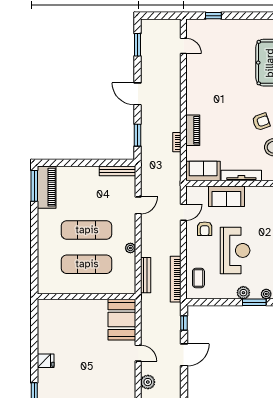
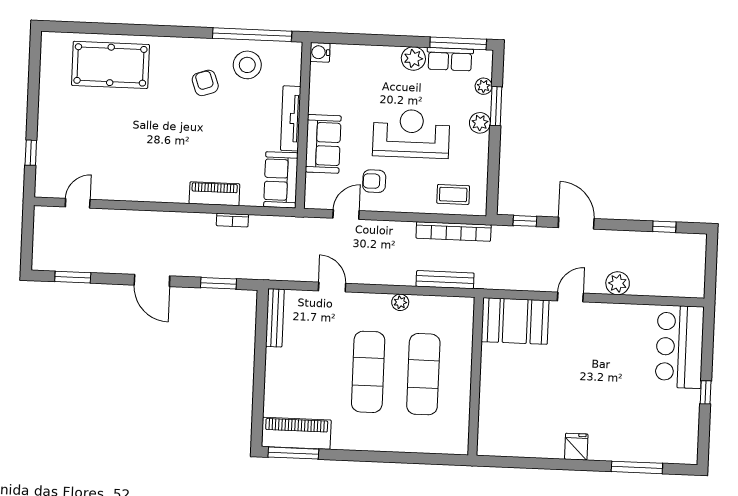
door: (137, 94) -> (152, 280), hinge flipped
door: (183, 212) -> (346, 214), hinge flipped
armchair: (205, 229) -> (374, 181), turned 180

